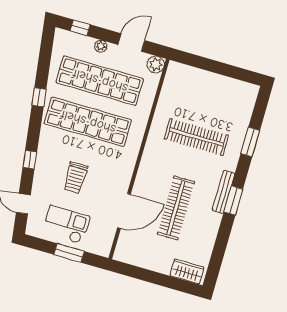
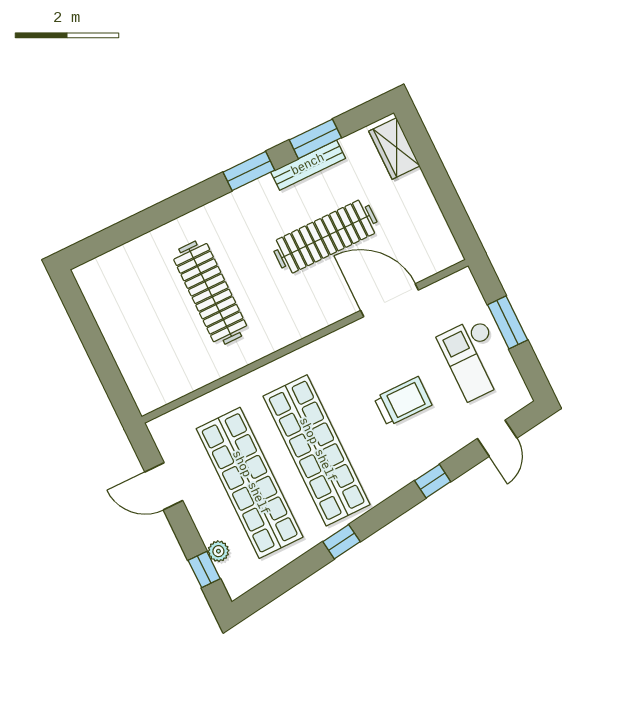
plant: (101, 46) -> (218, 551), moved
plant: (156, 64) -> (164, 429), removed
window: (250, 142) -> (315, 139), moved
bench: (224, 192) -> (308, 165), moved

